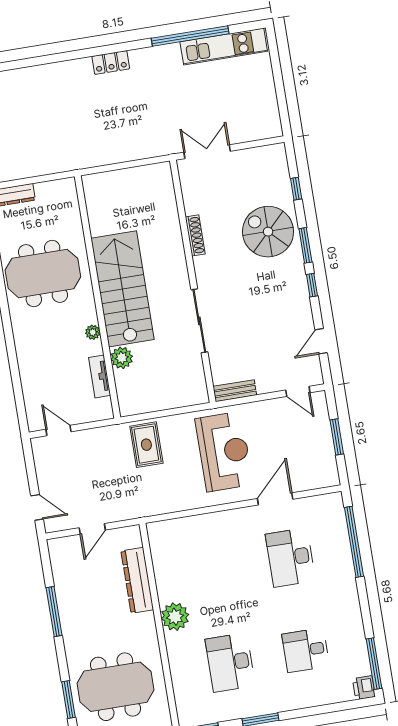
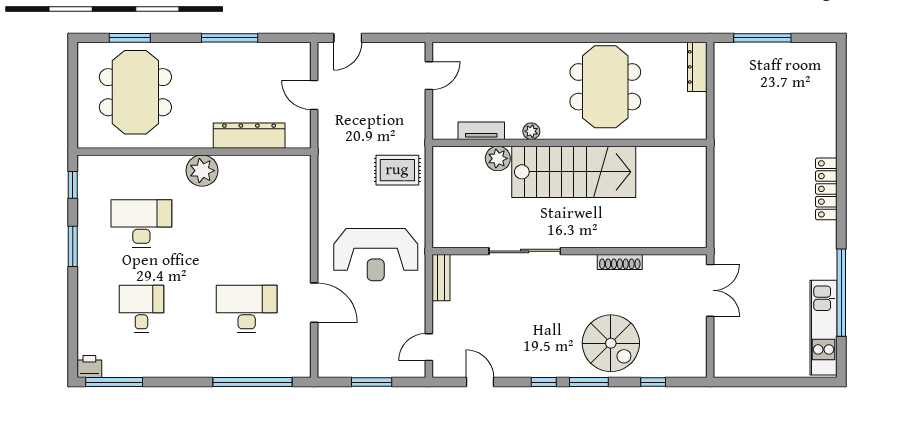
locker: (111, 62) -> (826, 189), width x1.53
spiral stairs: (268, 232) -> (611, 343), turned 90

